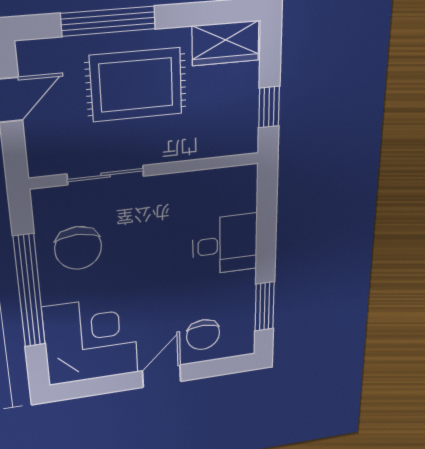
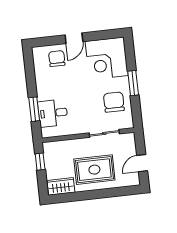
window: (108, 21) -> (106, 193), removed
desk: (225, 245) -> (53, 113), moved
window: (29, 291) -> (133, 83), width x0.47
window: (265, 306) -> (34, 109), moved

